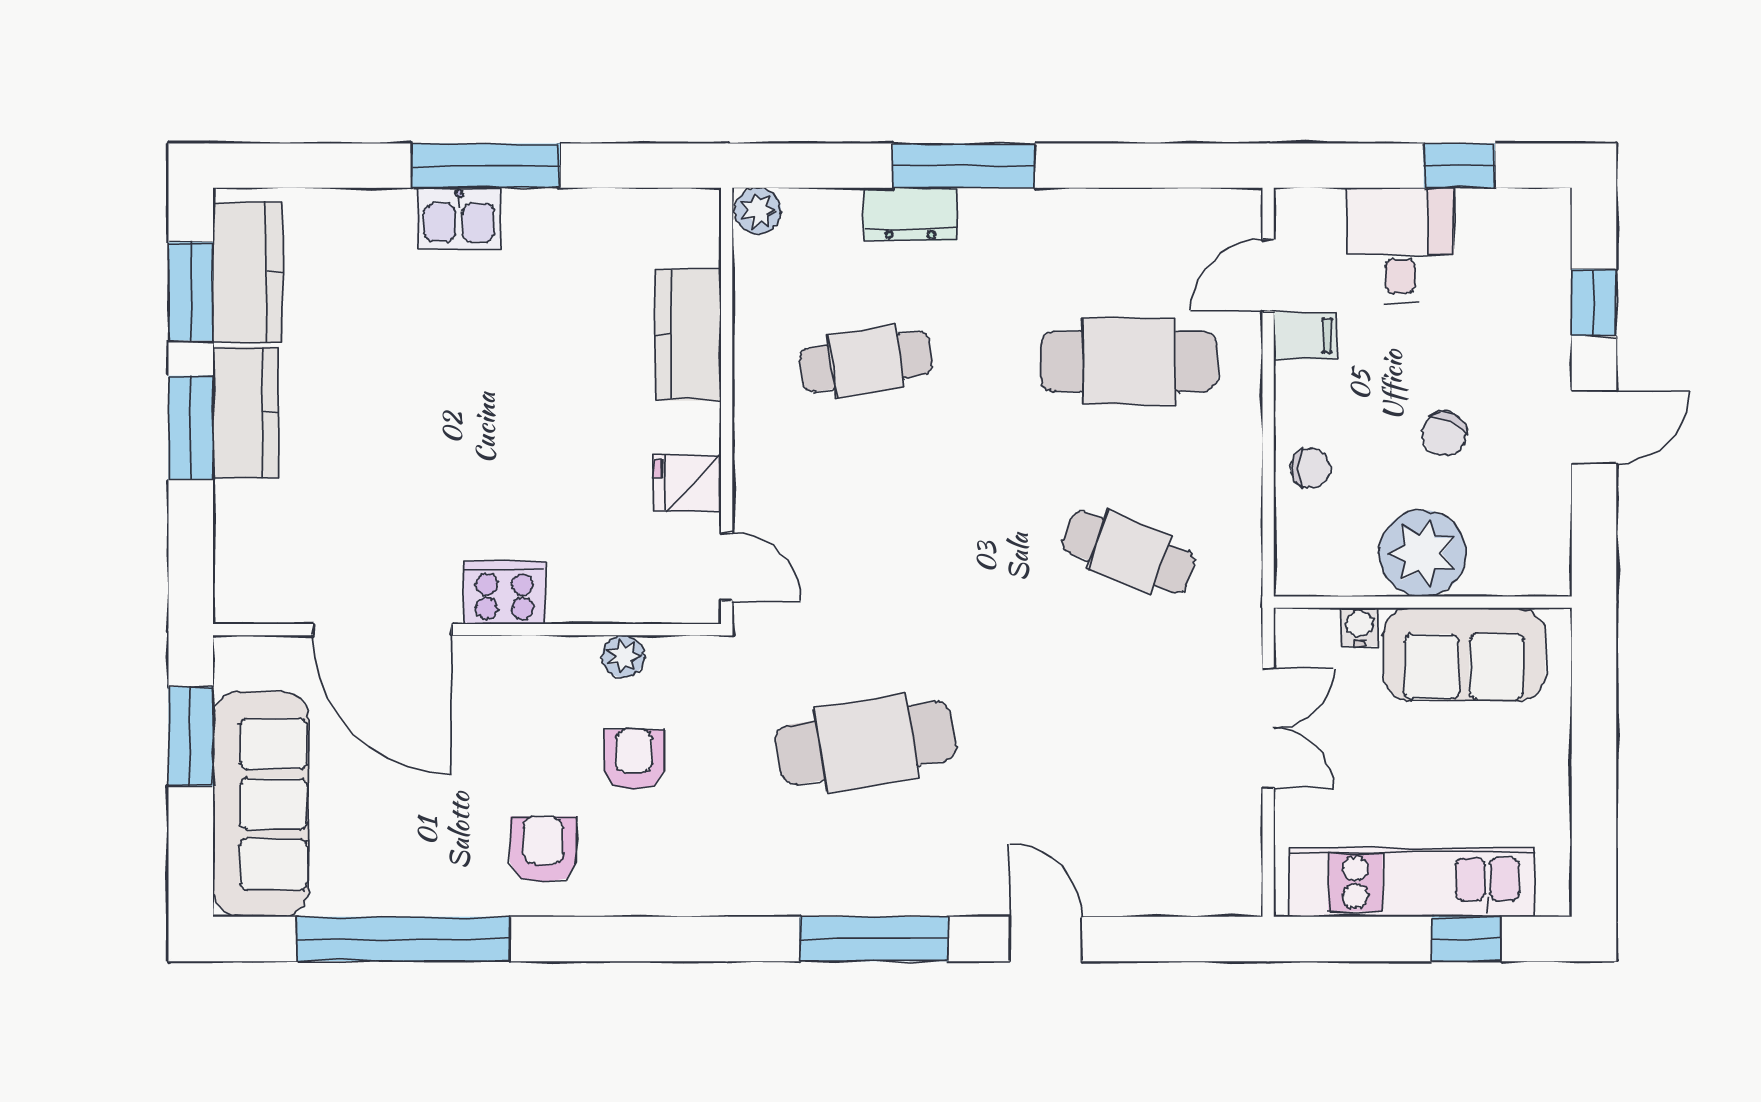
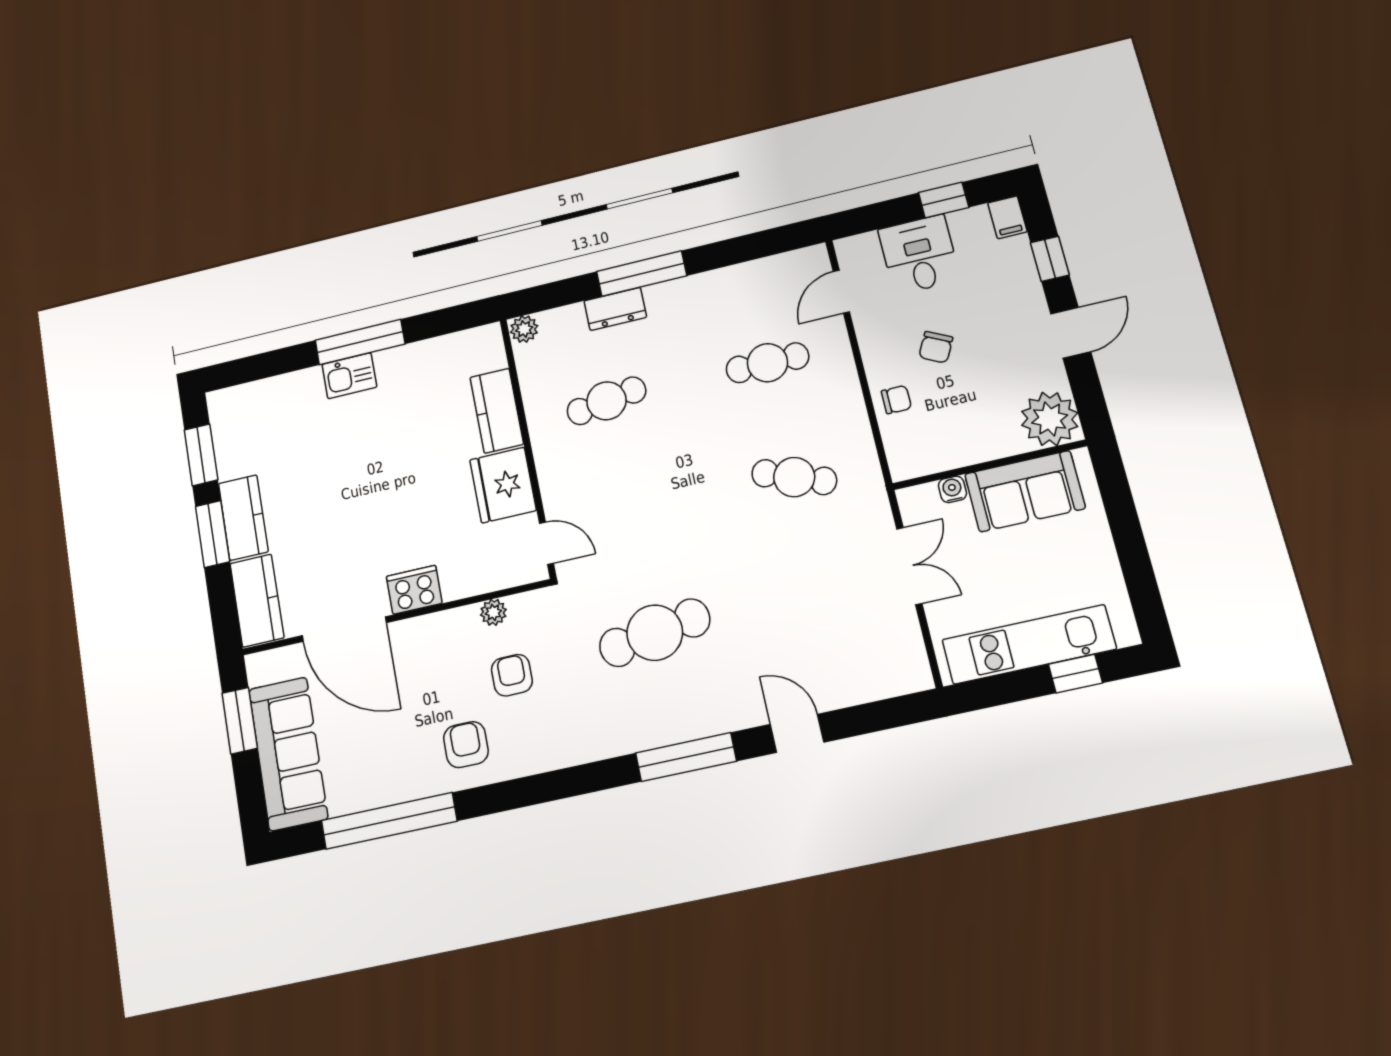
kitchen counter: (248, 272) -> (257, 600), moved
filing cabinet: (1305, 336) -> (1007, 217), moved, turned 90
cafe table: (1129, 362) -> (767, 363), width x0.73, depth x0.74
chair: (1444, 434) -> (936, 347), moved
fridge: (687, 484) -> (503, 485), width x1.88, depth x1.34
plant: (1423, 553) -> (1050, 419), moved

